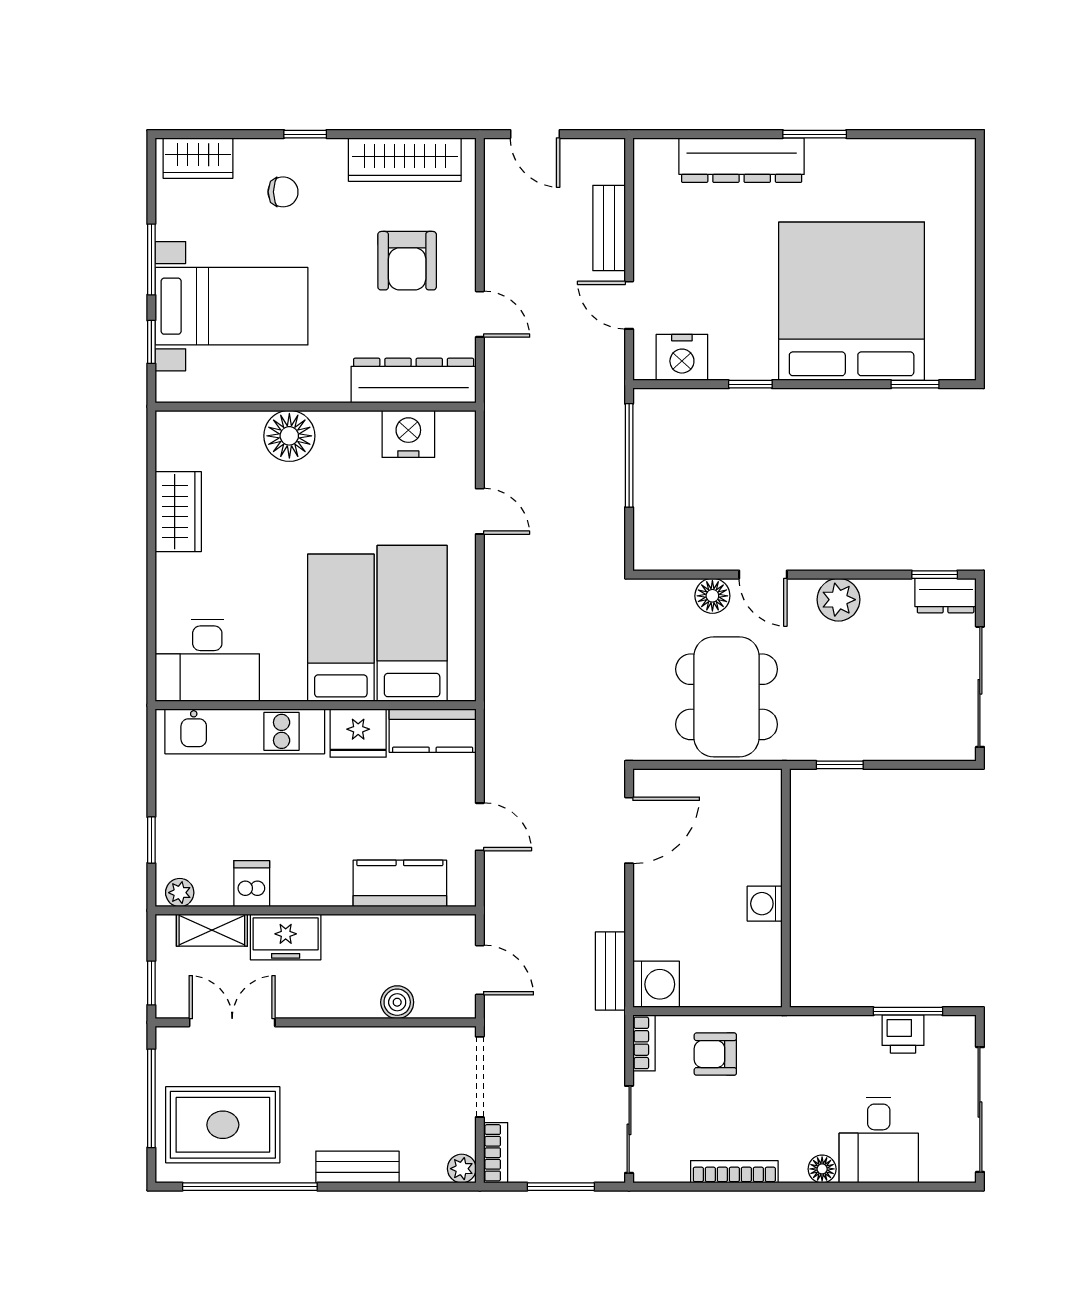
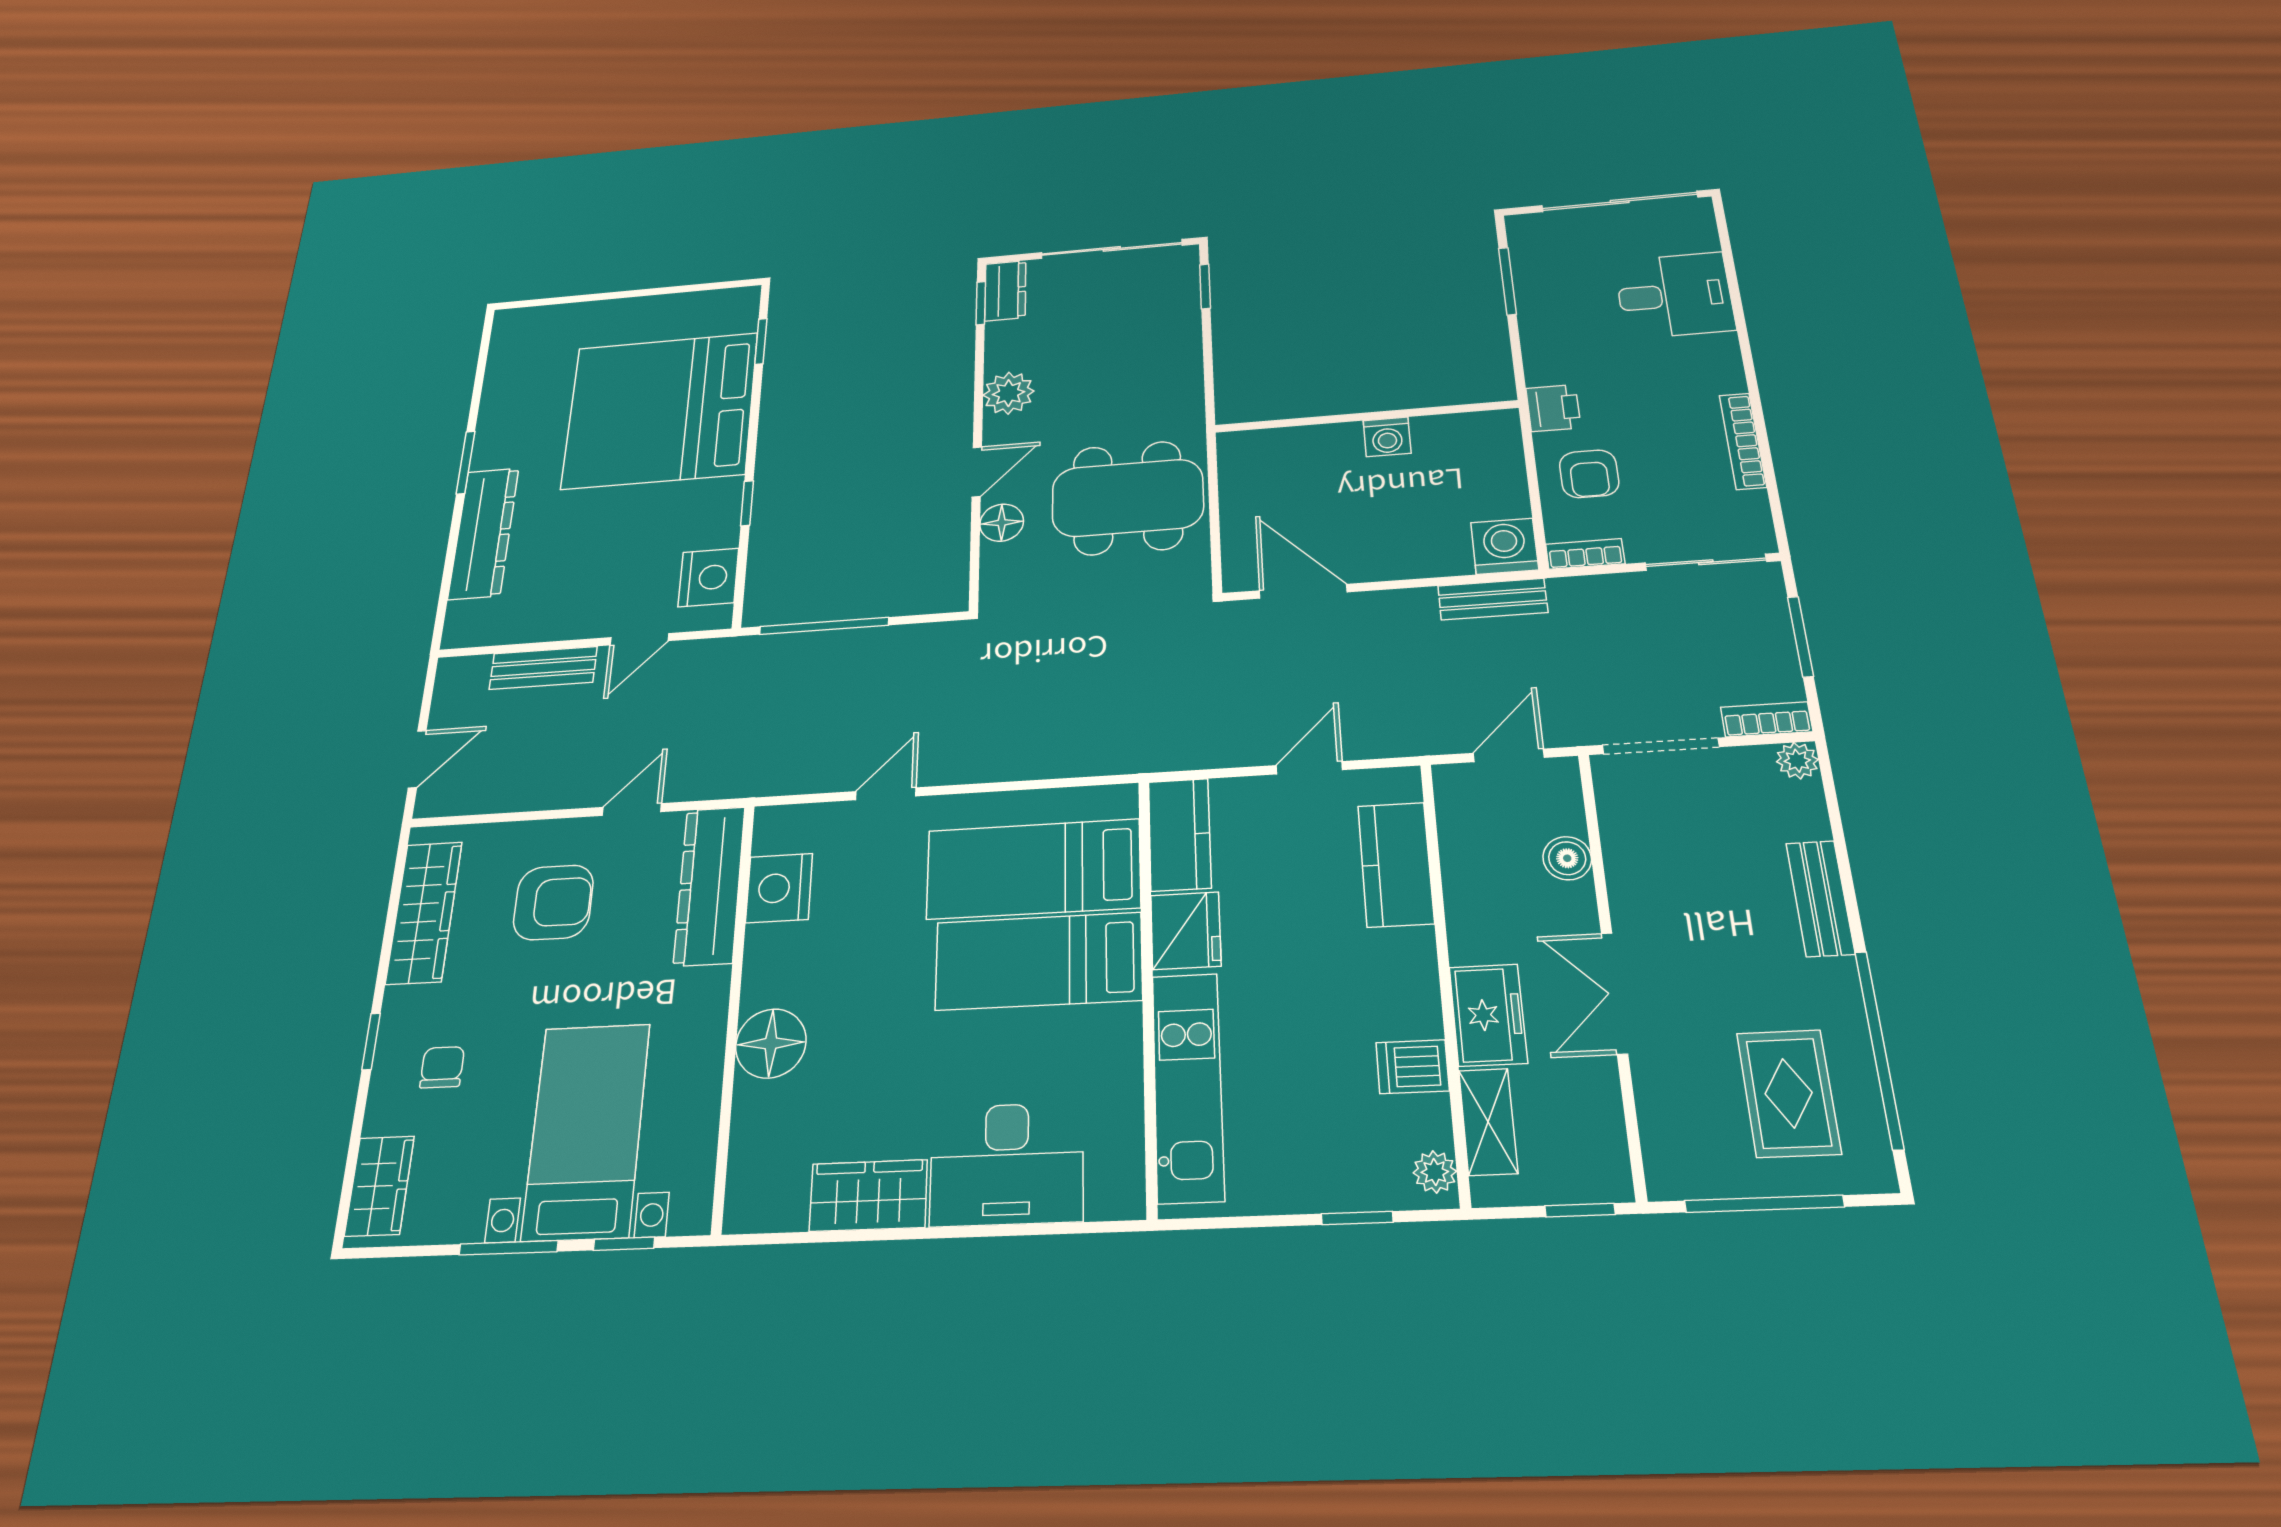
desk: (207, 660) -> (1007, 1164), moved, turned 90
window: (840, 765) -> (1205, 286), moved
double door: (232, 1022) -> (1614, 993), moved
printer: (903, 1034) -> (1553, 408), moved
rug: (223, 1125) -> (1789, 1093), width x0.73, depth x0.70
floor lamp: (822, 1169) -> (1722, 349), removed

